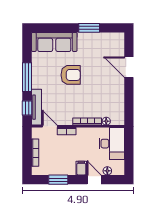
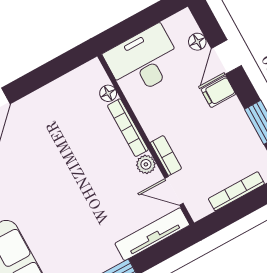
armchair: (71, 75) -> (60, 204), removed
window: (27, 108) -> (163, 250), removed
plant: (67, 121) -> (146, 164), added
door: (50, 126) -> (174, 191), hinge flipped

